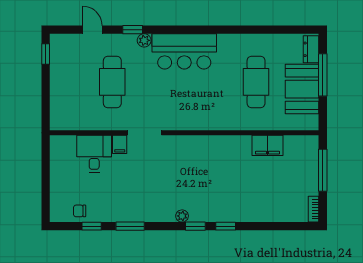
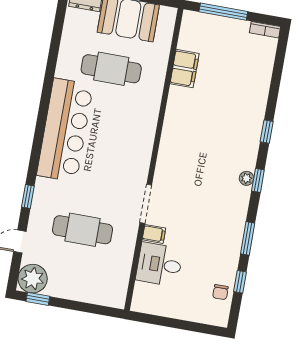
plant: (144, 40) -> (33, 279), moved, width x1.88, depth x1.88
bar counter: (184, 51) -> (65, 130), width x1.36
window: (195, 226) -> (258, 180), moved

